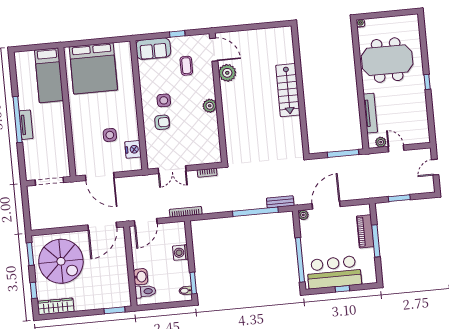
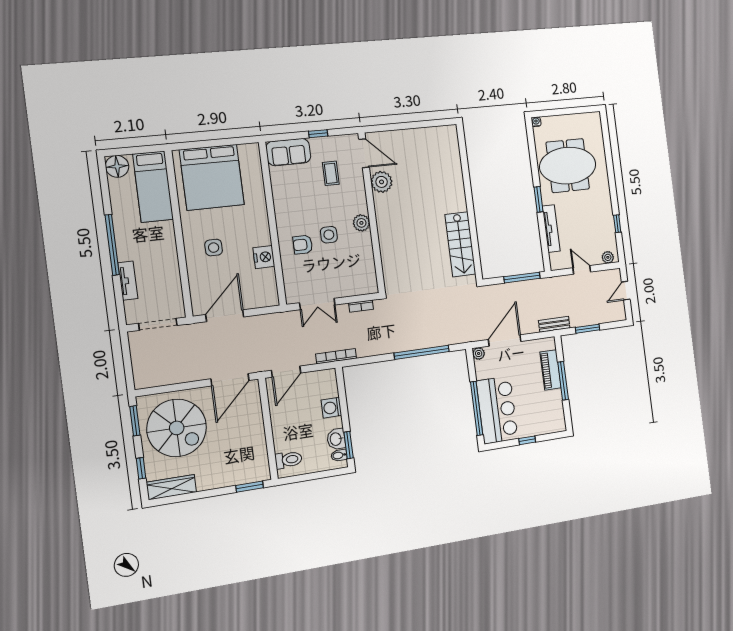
floor lamp: (23, 60) -> (117, 166), added
window: (427, 82) -> (617, 224), moved
window: (360, 88) -> (539, 199), added
stairs: (288, 90) -> (460, 244), moved
side table: (164, 100) -> (329, 235), moved
armchair: (162, 122) -> (303, 245), turned 180
tv unit: (26, 125) -> (128, 281), moved
side table: (110, 135) -> (214, 248), moved
plant: (381, 142) -> (608, 257), moved
nightstand: (133, 149) -> (264, 257), moved
door: (100, 176) -> (225, 316), swing flipped
bench: (280, 202) -> (554, 324), moved
bar counter: (334, 272) -> (497, 410), moved, turned 90
washbasin: (141, 277) -> (336, 439), moved, turned 180

